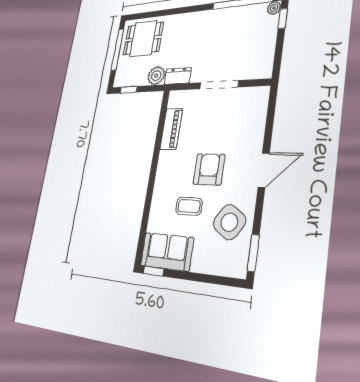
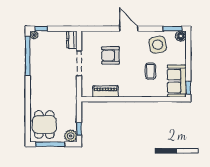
plant: (156, 76) -> (71, 136), moved
dresser: (178, 76) -> (72, 40), moved
armchair: (209, 169) -> (110, 55), moved
side table: (229, 222) -> (158, 45), turned 45
floor lamp: (238, 268) -> (181, 36), added

